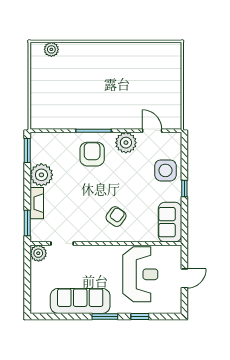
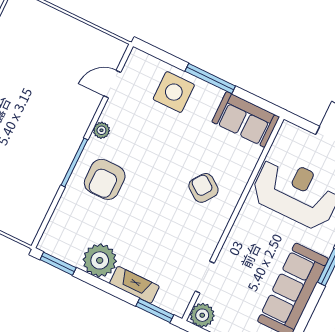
plant: (126, 143) -> (101, 130), width x0.53, depth x0.53
armchair: (92, 154) -> (105, 179), turned -90
window: (184, 189) -> (210, 79), width x2.17

